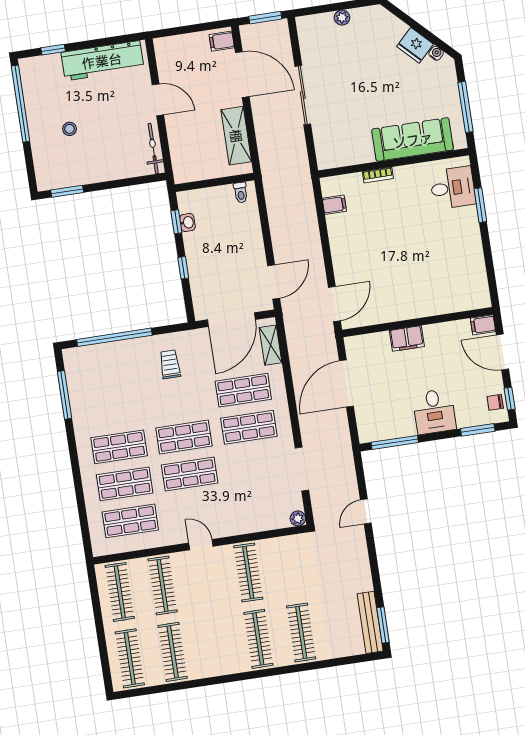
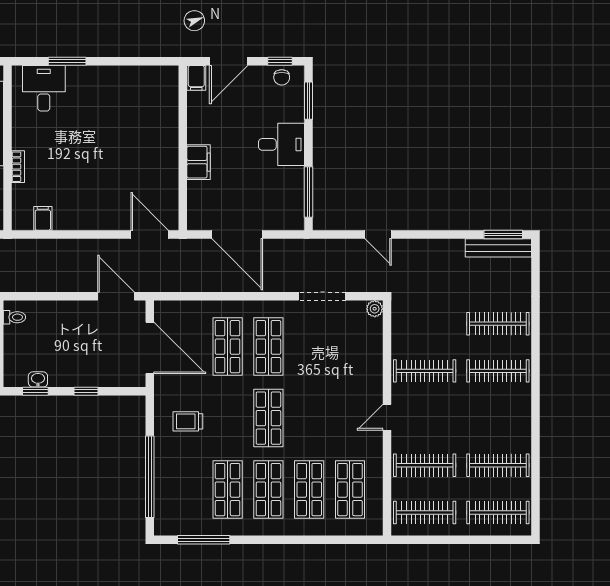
shelving: (271, 345) -> (184, 310), removed
shop shelf: (190, 474) -> (228, 490), moved

